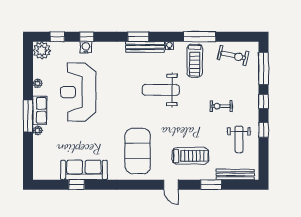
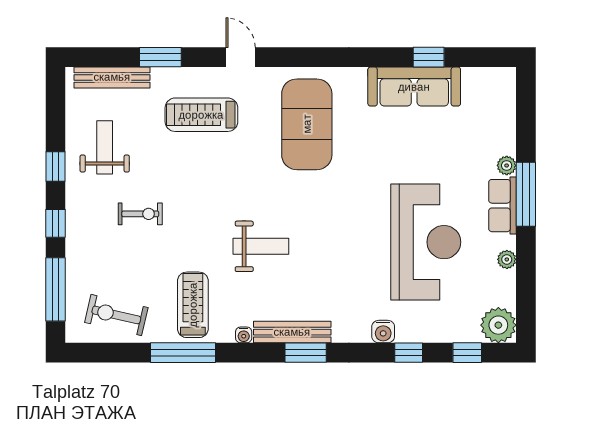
water cooler: (86, 47) -> (383, 332), moved
weight bench: (161, 90) -> (261, 246), width x0.73, depth x0.75

